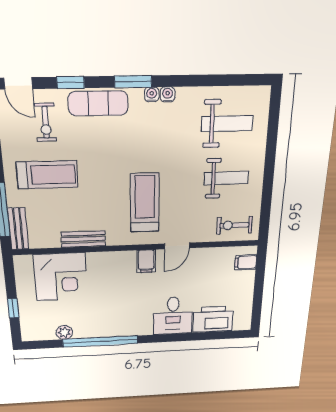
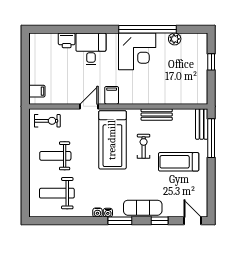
exercise bike: (46, 122) -> (144, 146), moved
treadmill: (145, 203) -> (112, 140), width x1.37, depth x1.38
corner desk: (61, 277) -> (137, 51), moved, turned 180
printer: (213, 319) -> (67, 40), width x0.53, depth x0.68

